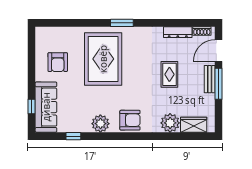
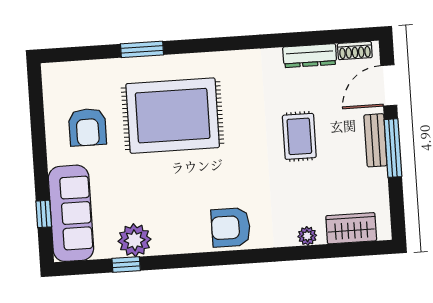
window: (122, 23) -> (142, 49), moved
rug: (103, 59) -> (173, 116), turned 90
armchair: (130, 120) -> (231, 227), turned 180
plant: (170, 123) -> (307, 236), width x0.53, depth x0.53
plant: (100, 124) -> (134, 240), moved

